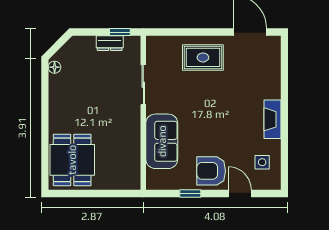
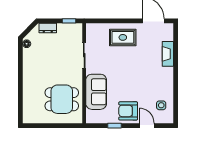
dresser: (110, 43) -> (48, 28), moved
fireplace: (272, 119) -> (168, 54), moved
dining table: (72, 160) -> (62, 99), moved, turned 90

